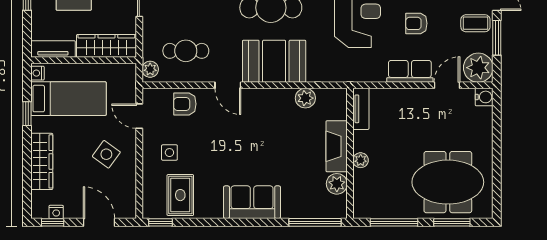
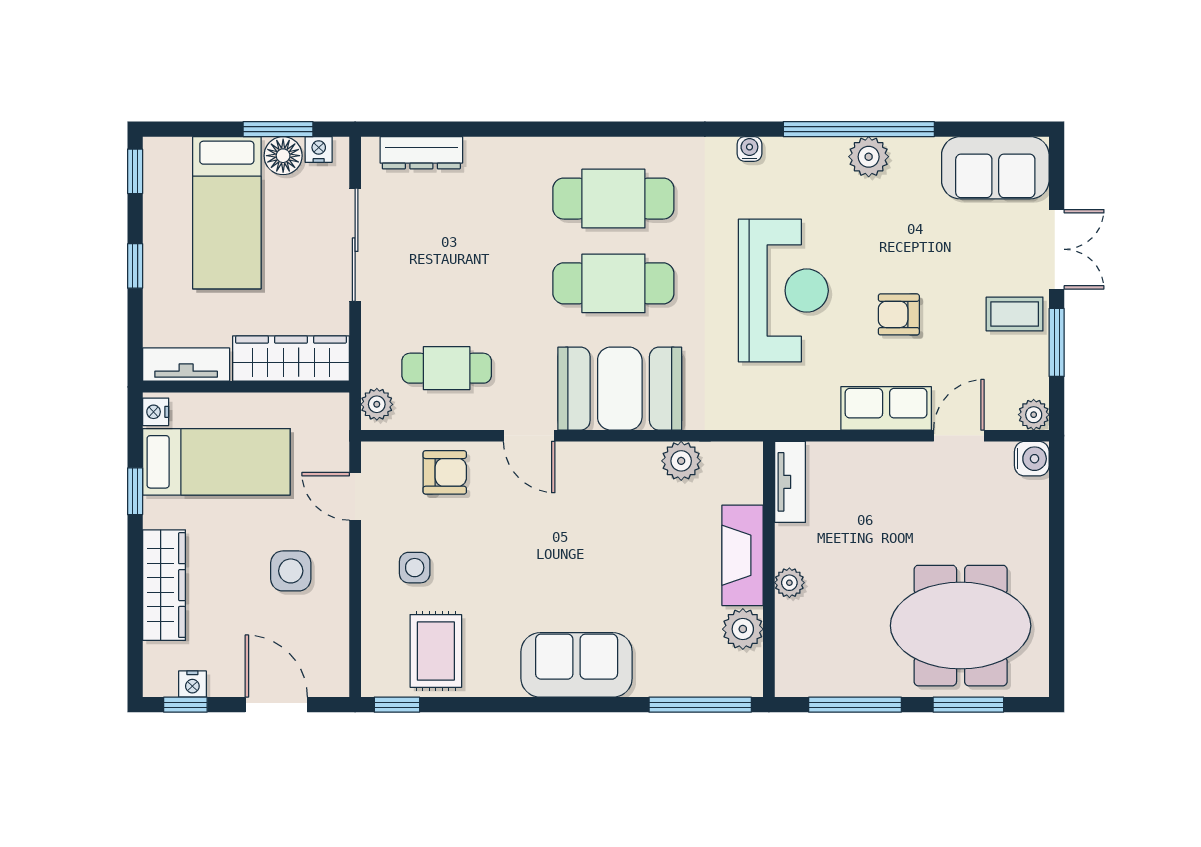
plant: (478, 68) -> (1034, 415), width x0.53, depth x0.53
armchair: (185, 104) -> (445, 472), turned 180
side table: (106, 154) -> (291, 571), turned -36

